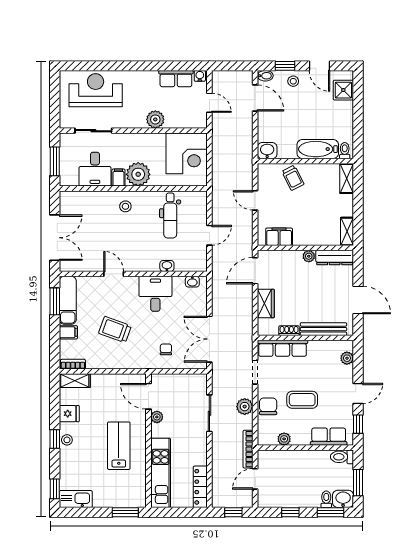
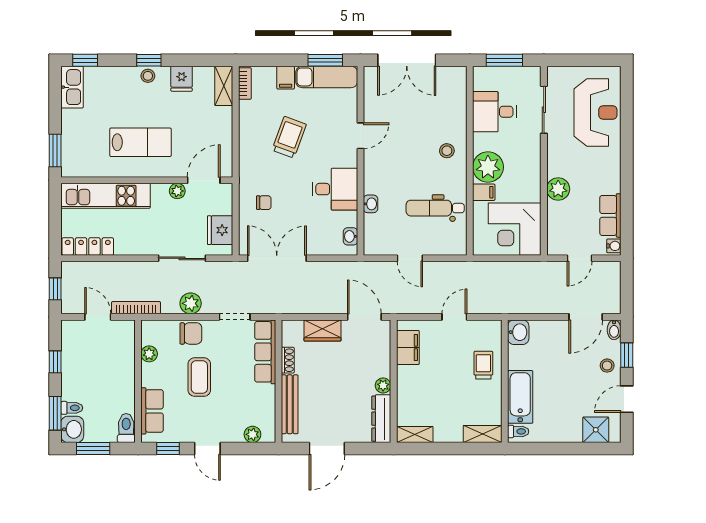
filing cabinet: (118, 178) -> (484, 192), moved
trolley: (293, 178) -> (483, 365), turned 117
fridge: (187, 383) -> (220, 230), added

